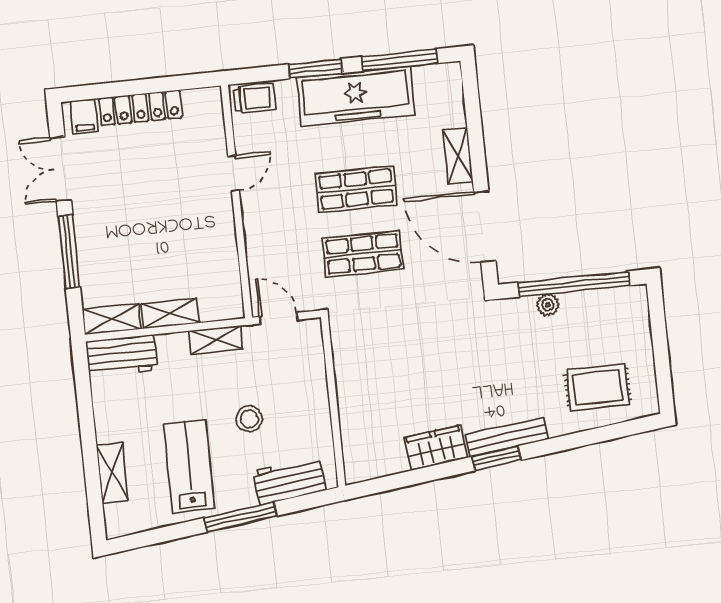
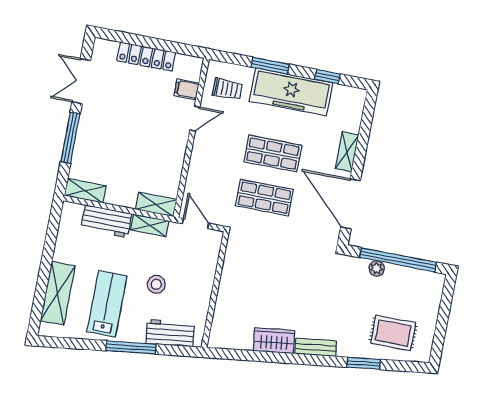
window: (400, 60) -> (327, 77), width x0.46
trolley: (254, 98) -> (227, 89), moved
filing cabinet: (84, 116) -> (187, 89), moved, turned 90
shelving: (170, 313) -> (156, 205), moved
workbench: (122, 356) -> (106, 221), moved
bench: (507, 437) -> (316, 347), width x0.73
window: (496, 458) -> (363, 363), moved
shelving: (112, 473) -> (58, 293), width x1.50, depth x1.33

